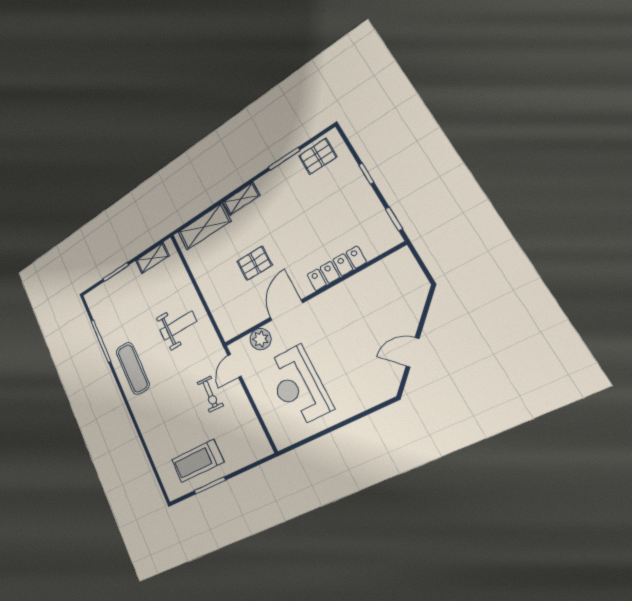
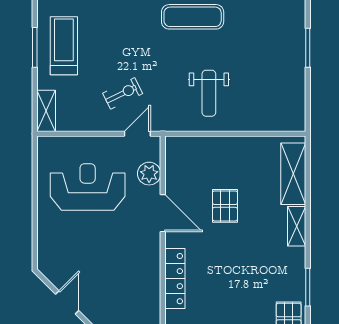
shelving: (152, 258) -> (46, 111), moved
door: (234, 366) -> (137, 134), hinge flipped
exercise bike: (210, 394) -> (123, 93), turned 152

